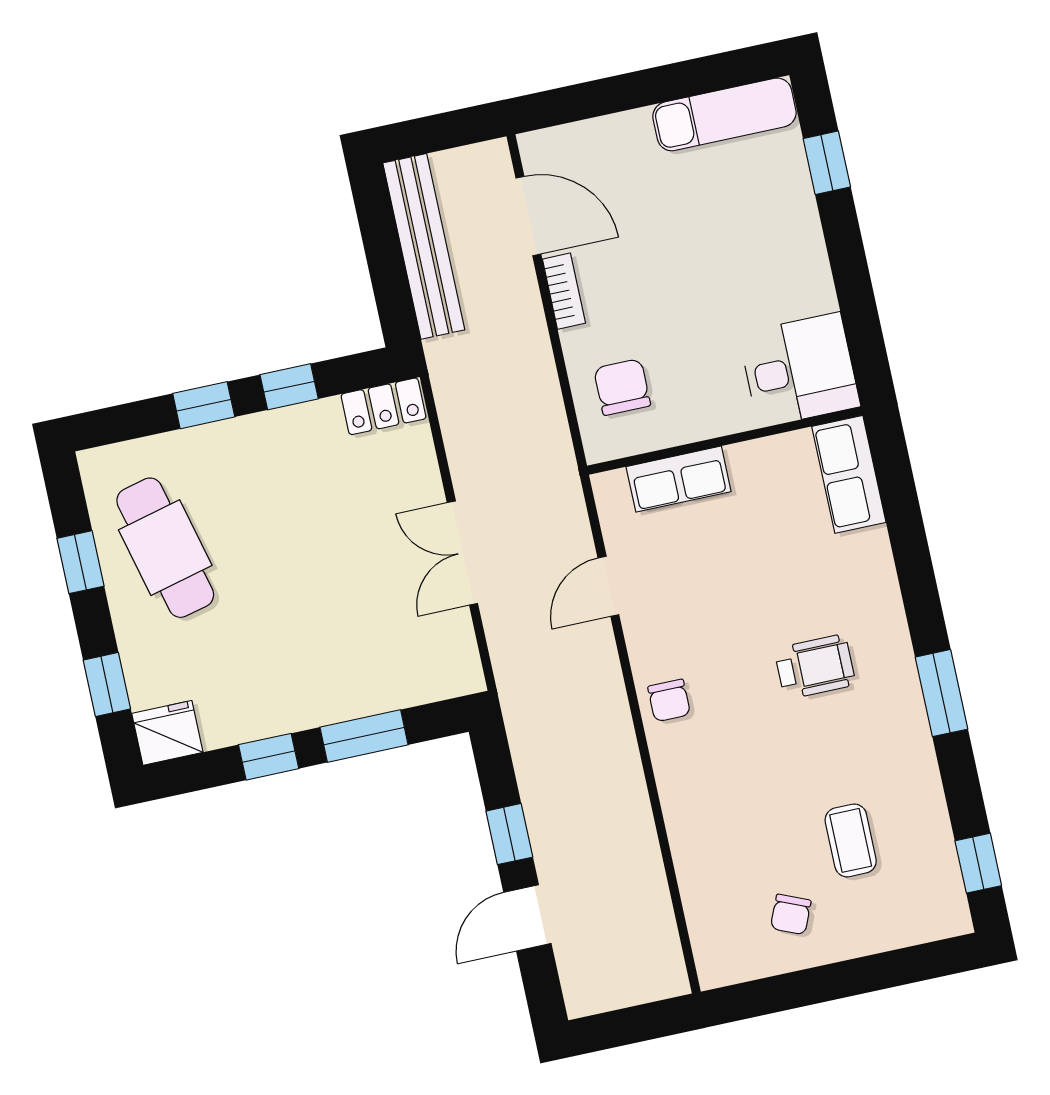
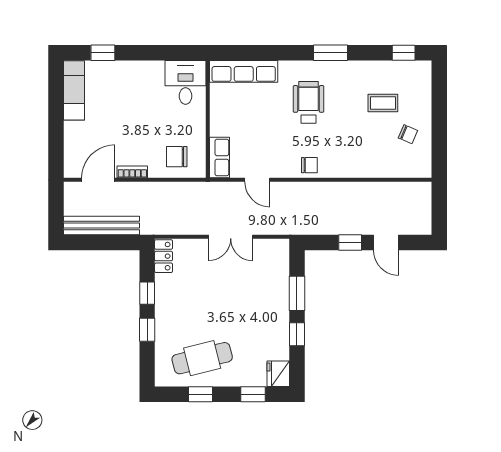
row of seats: (849, 474) -> (244, 71), width x1.48
row of seats: (679, 479) -> (220, 157), moved
wheelchair: (815, 667) -> (309, 102), width x1.36, depth x1.37

